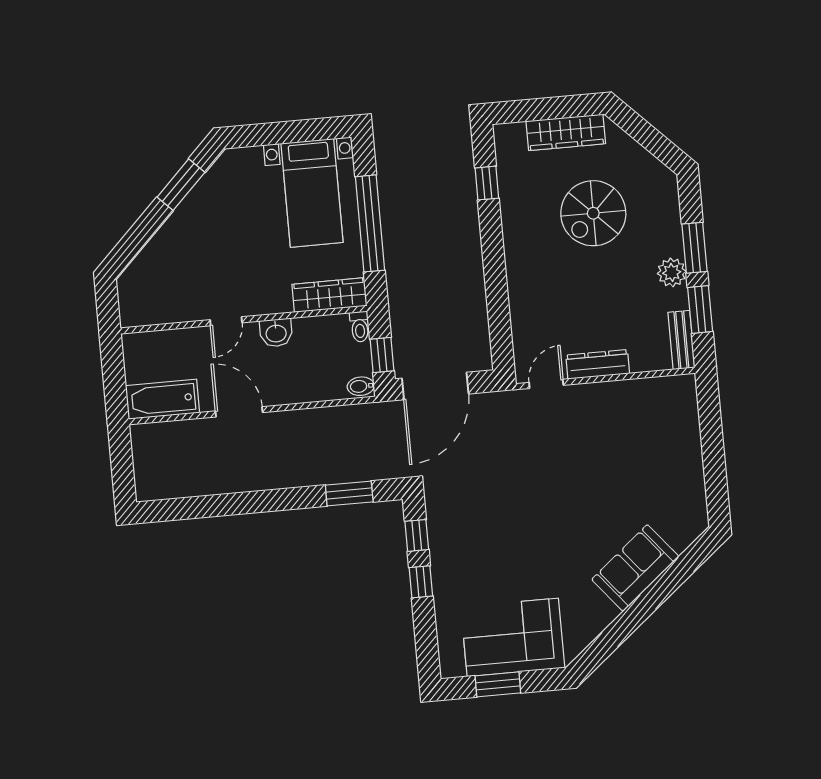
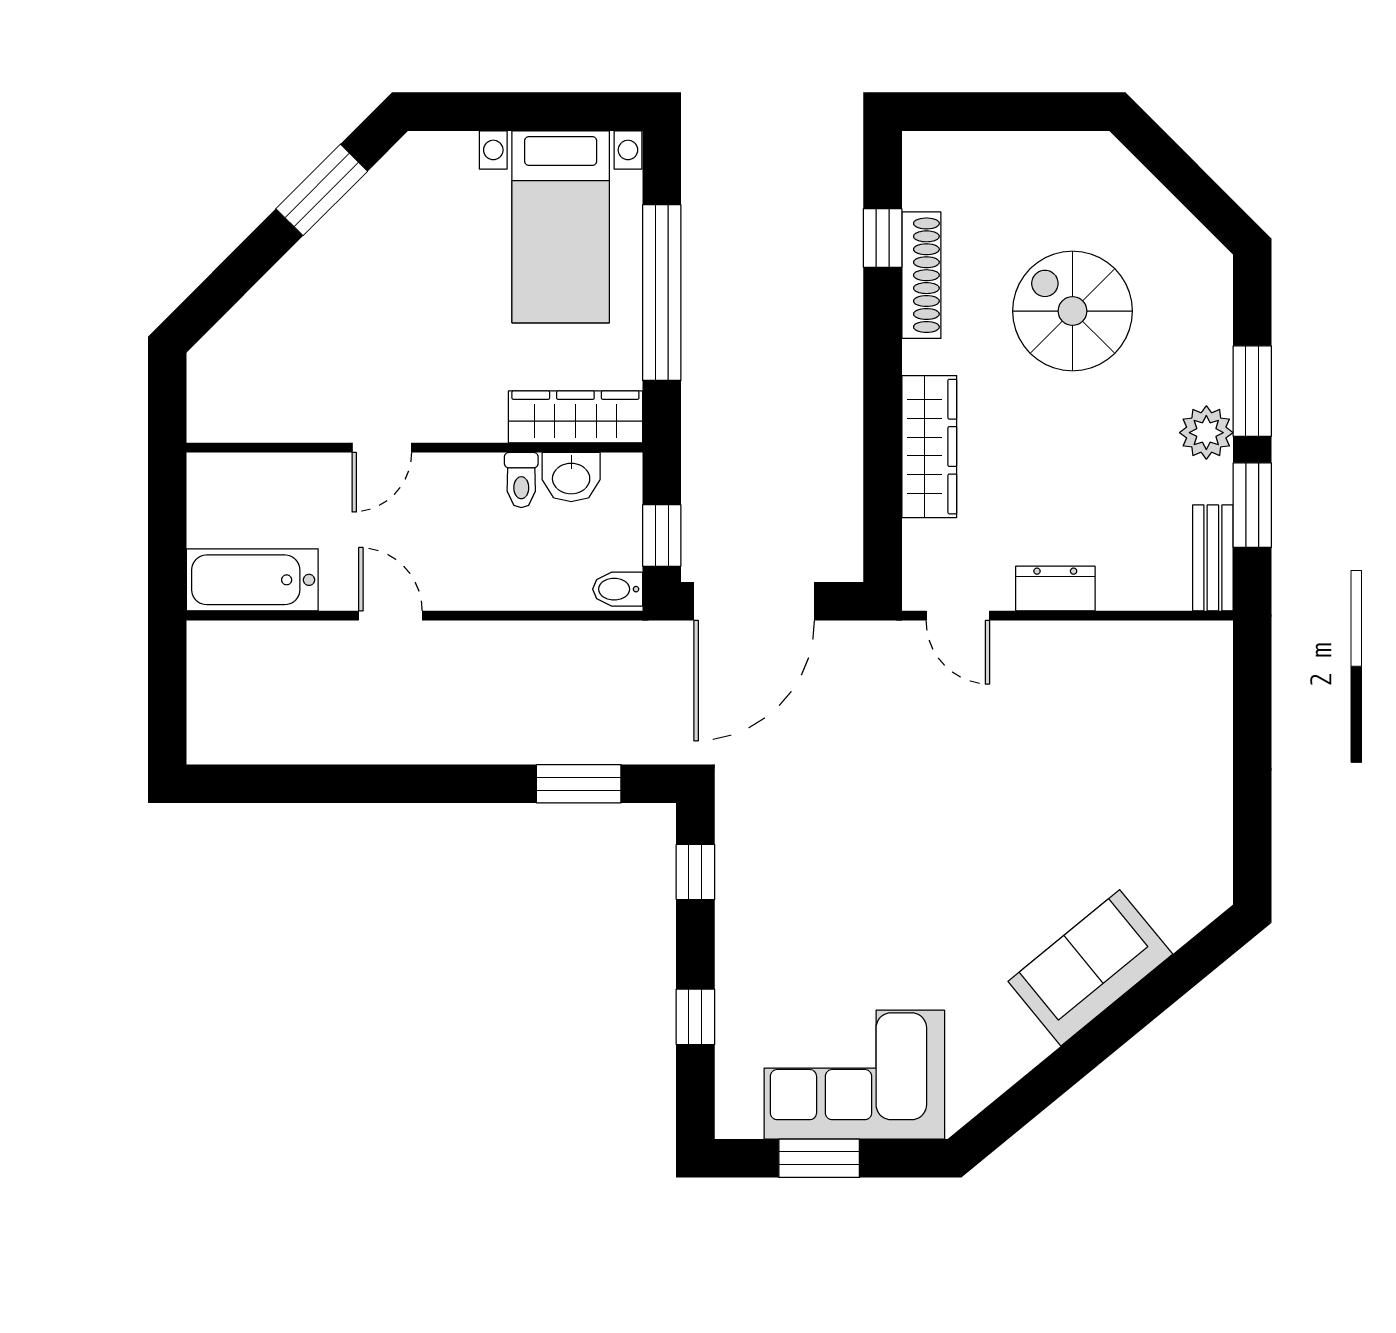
wardrobe: (566, 132) -> (929, 447), moved, turned -90
shoe rack: (510, 201) -> (921, 275), added
spiral stairs: (593, 213) -> (1072, 311), turned 90
toilet: (360, 327) -> (521, 480), moved
washbasin: (276, 333) -> (571, 477), moved
dresser: (598, 364) -> (1055, 589), width x0.70
door: (546, 384) -> (958, 616), swing flipped
door: (239, 412) -> (390, 616), width x0.73
window: (421, 582) -> (695, 1017), moved

